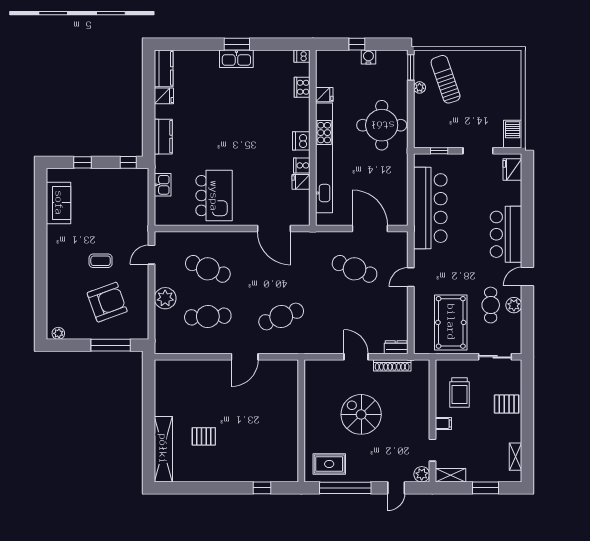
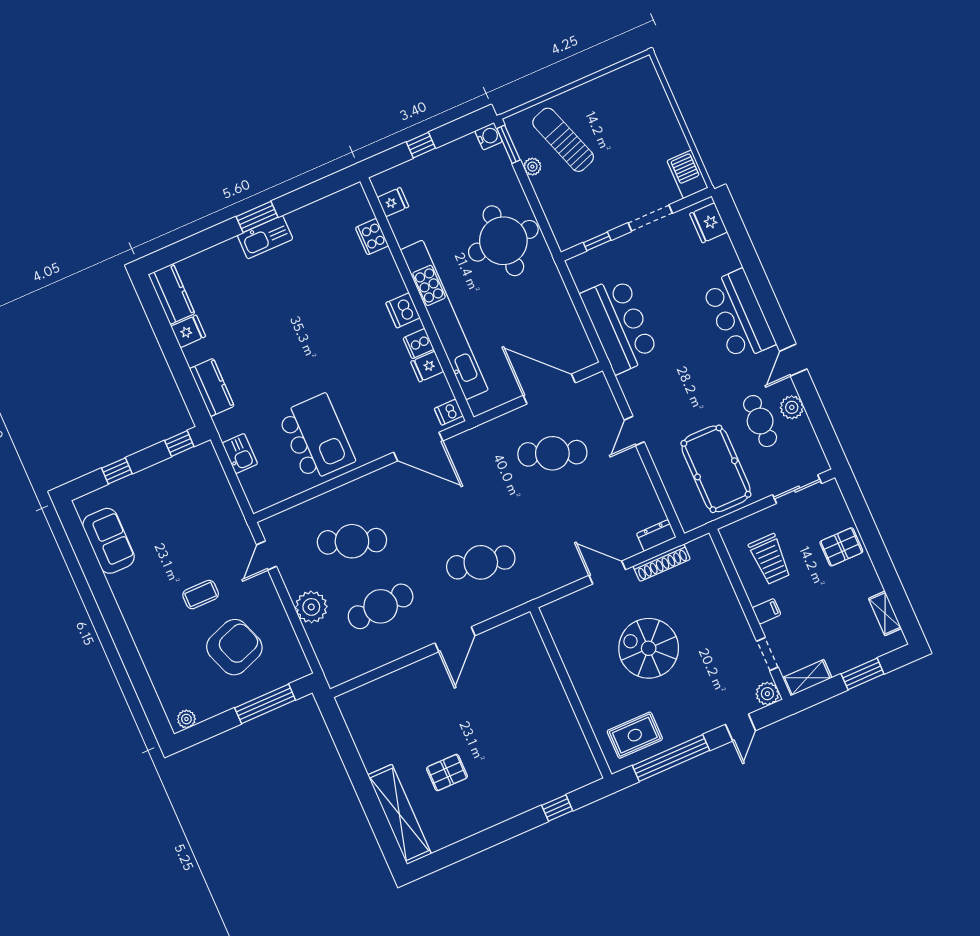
dishwasher: (302, 56) -> (449, 412), moved
water cooler: (368, 57) -> (489, 136), moved, turned 90
fridge: (324, 95) -> (393, 202), moved
bar counter: (430, 208) -> (619, 325), width x0.73
cafe table: (281, 317) -> (481, 562), turned 33

